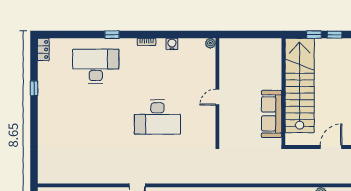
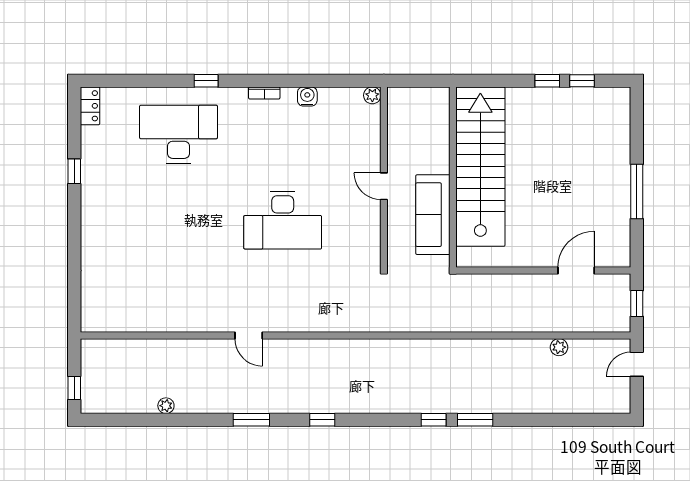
stairs: (300, 85) -> (480, 167), moved
wall: (283, 92) -> (453, 177), moved
door: (217, 97) -> (384, 186), hinge flipped
sofa: (272, 114) -> (433, 215), moved

